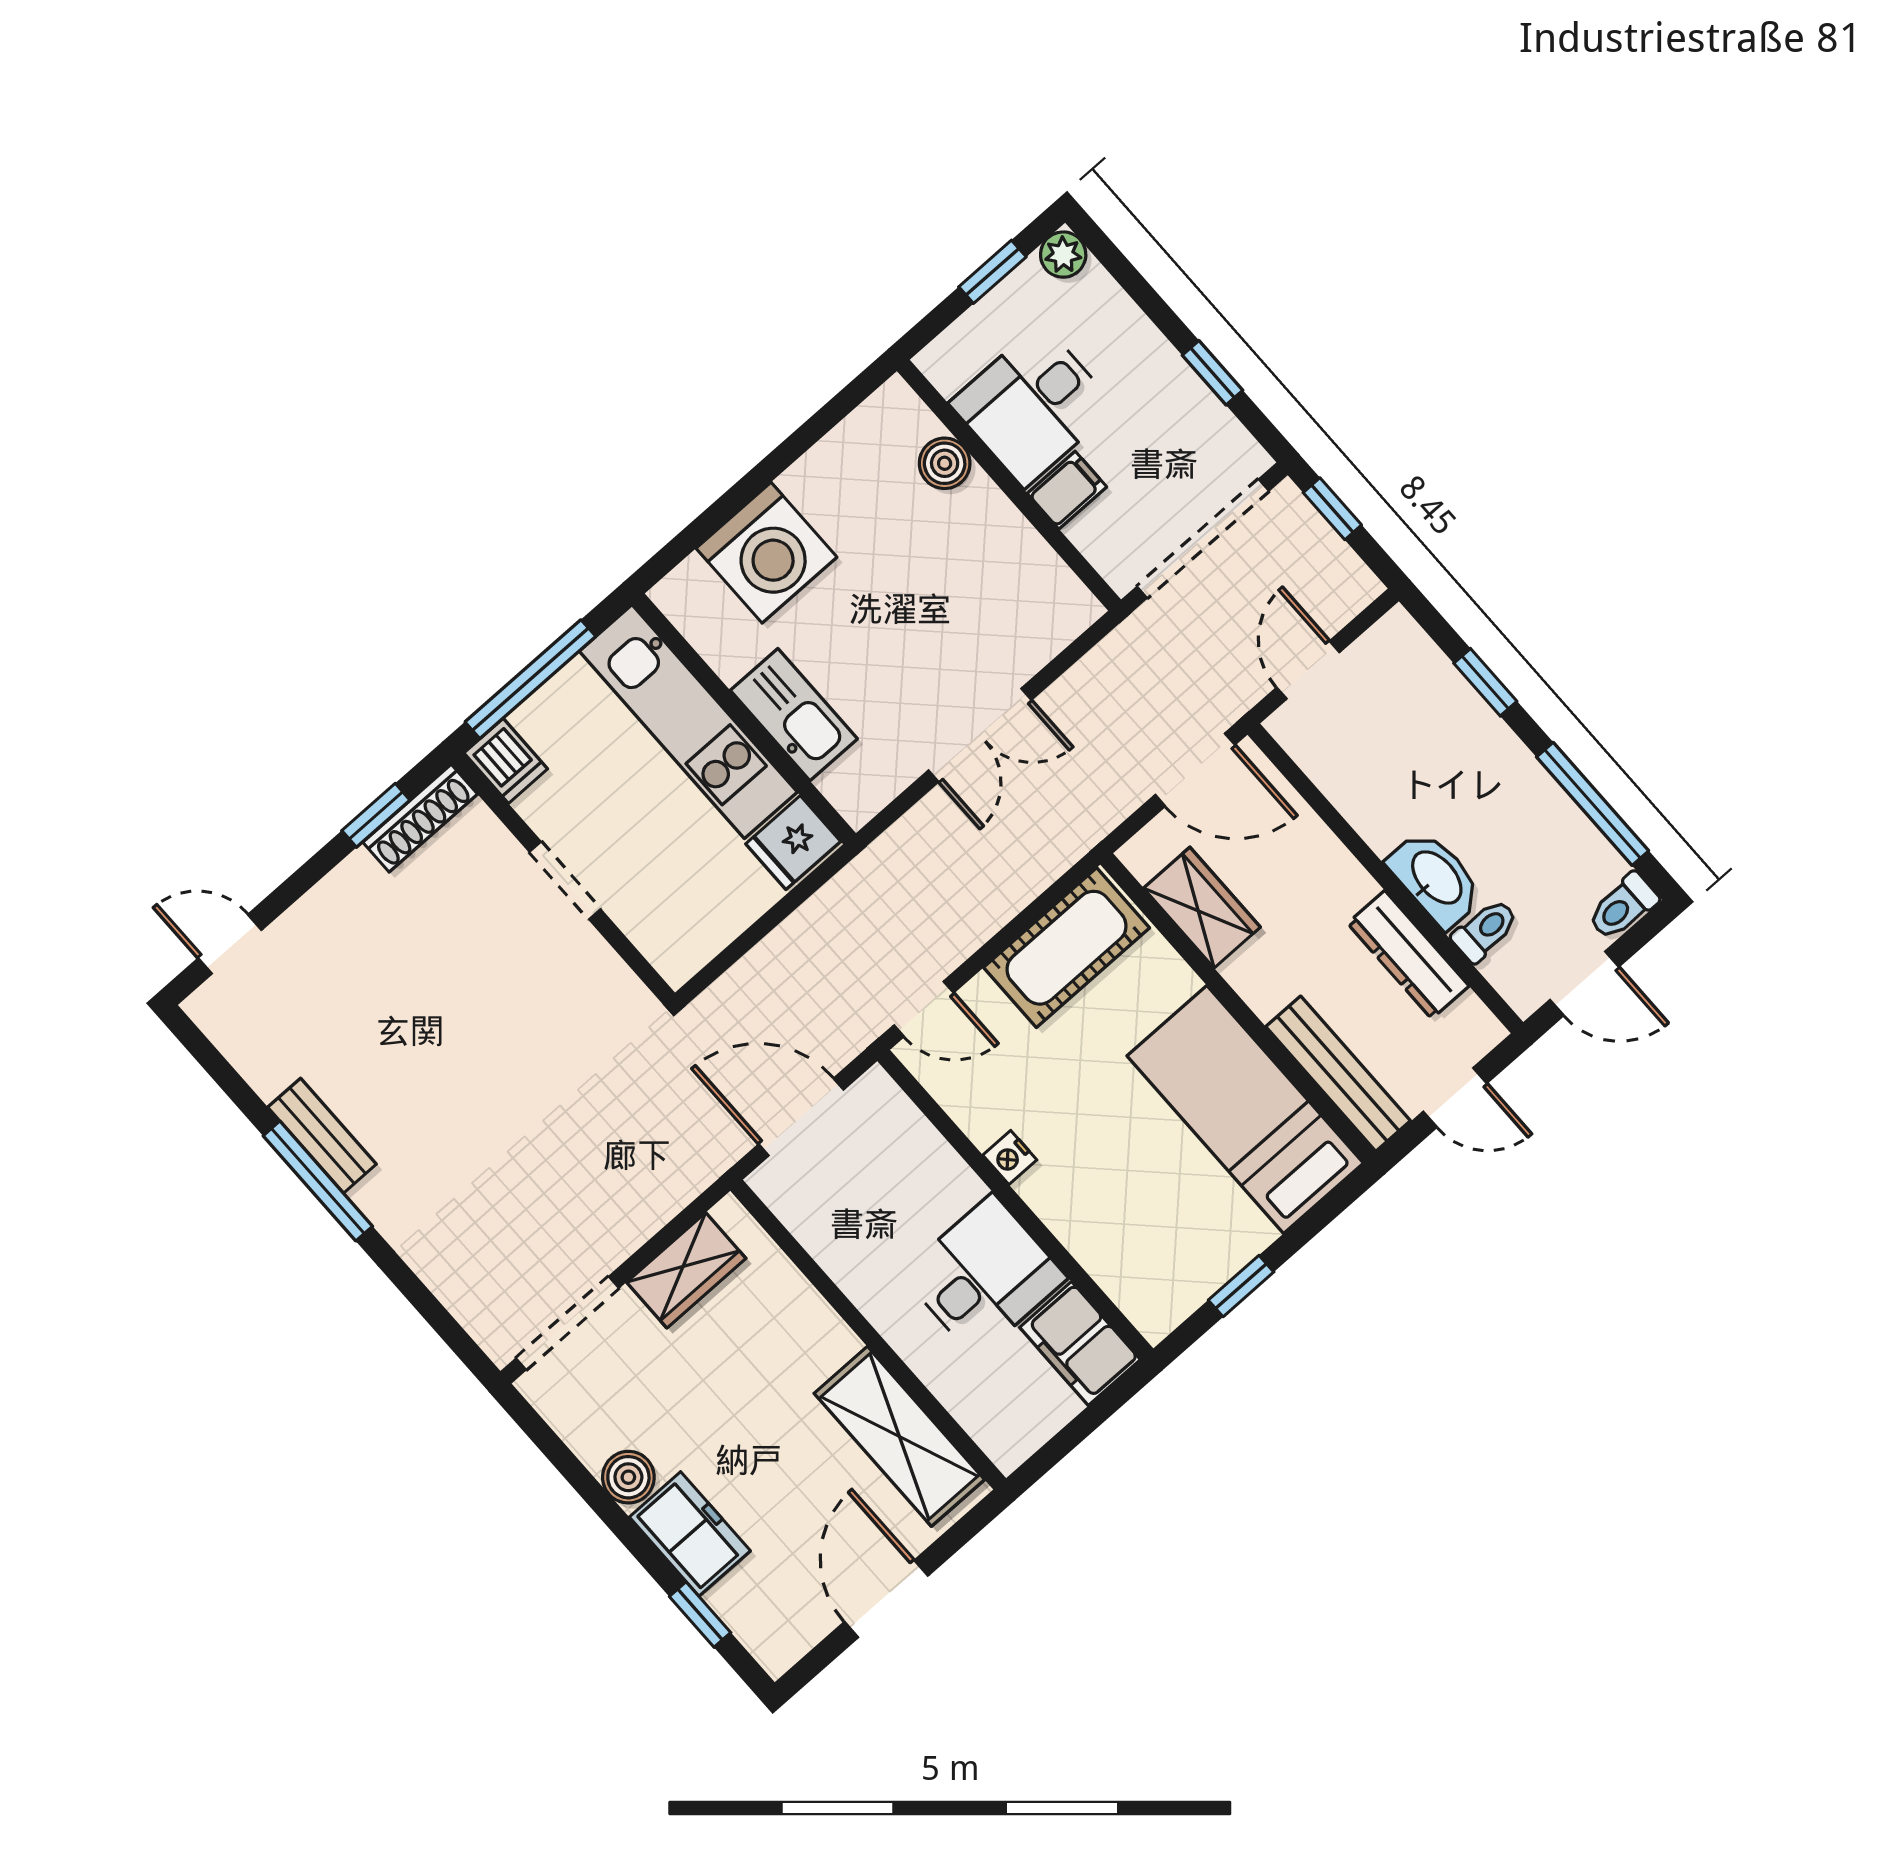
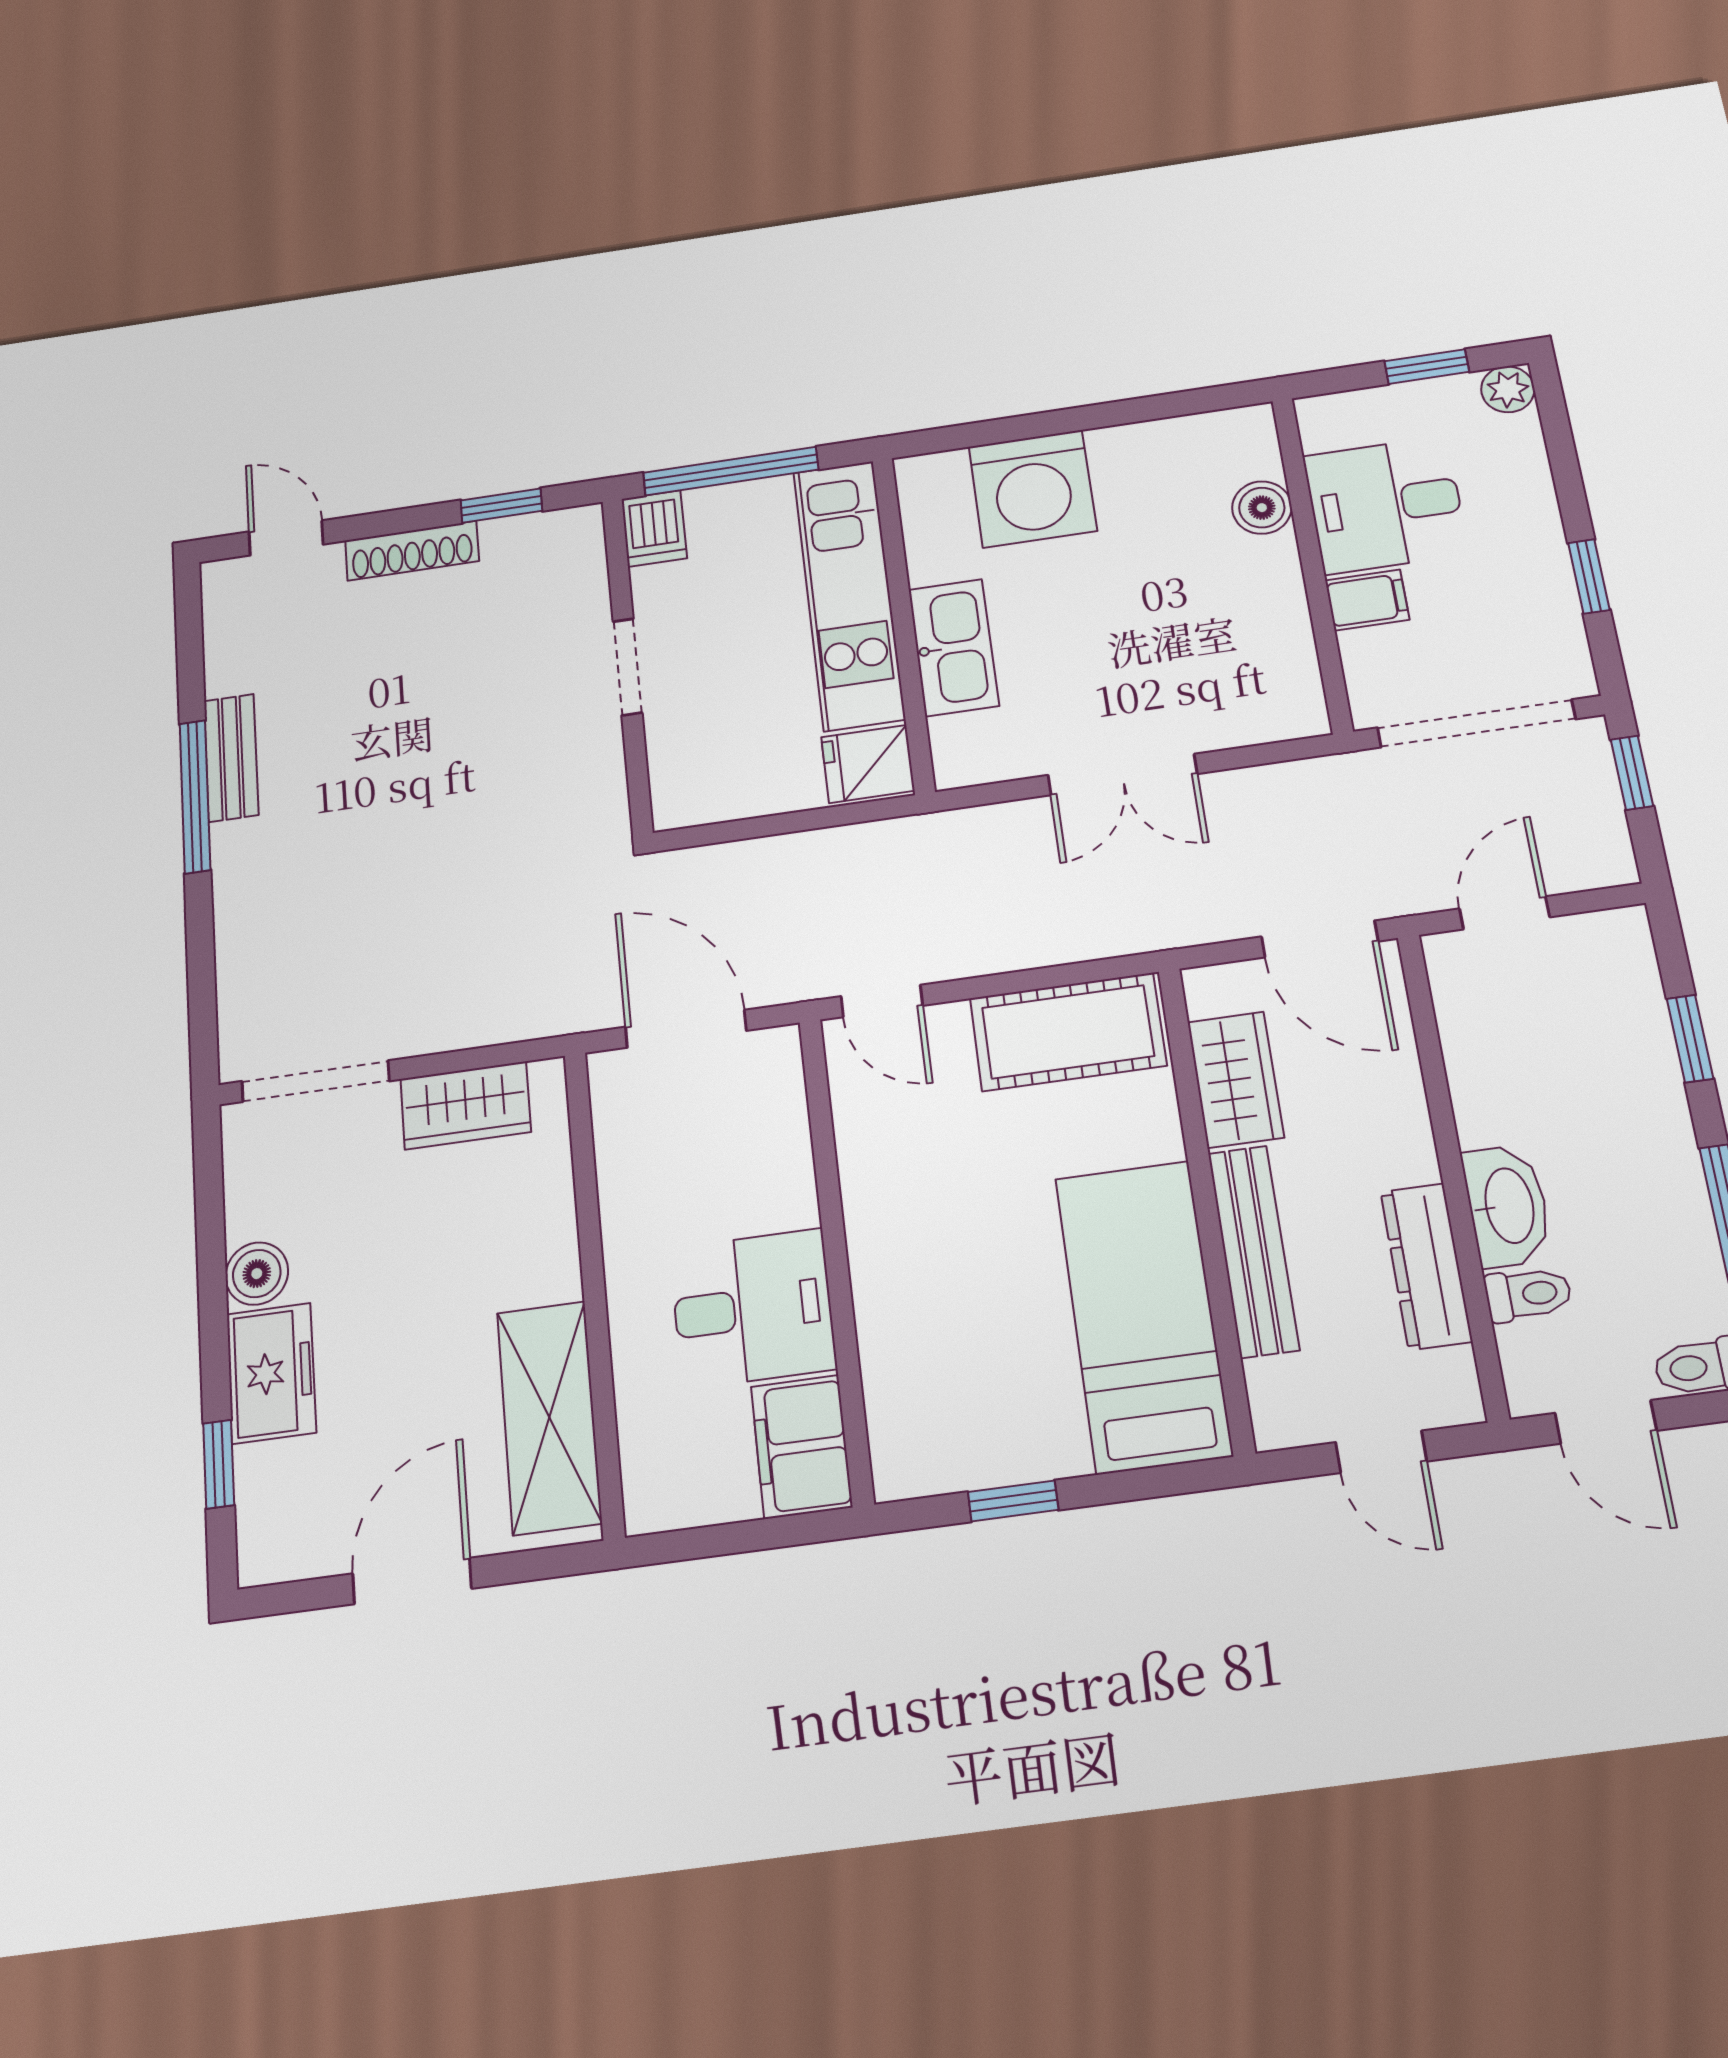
shoe rack: (420, 818) -> (412, 551), moved
bench: (1338, 1074) -> (1253, 1251), moved
nightstand: (1010, 1158) -> (864, 1205), removed

